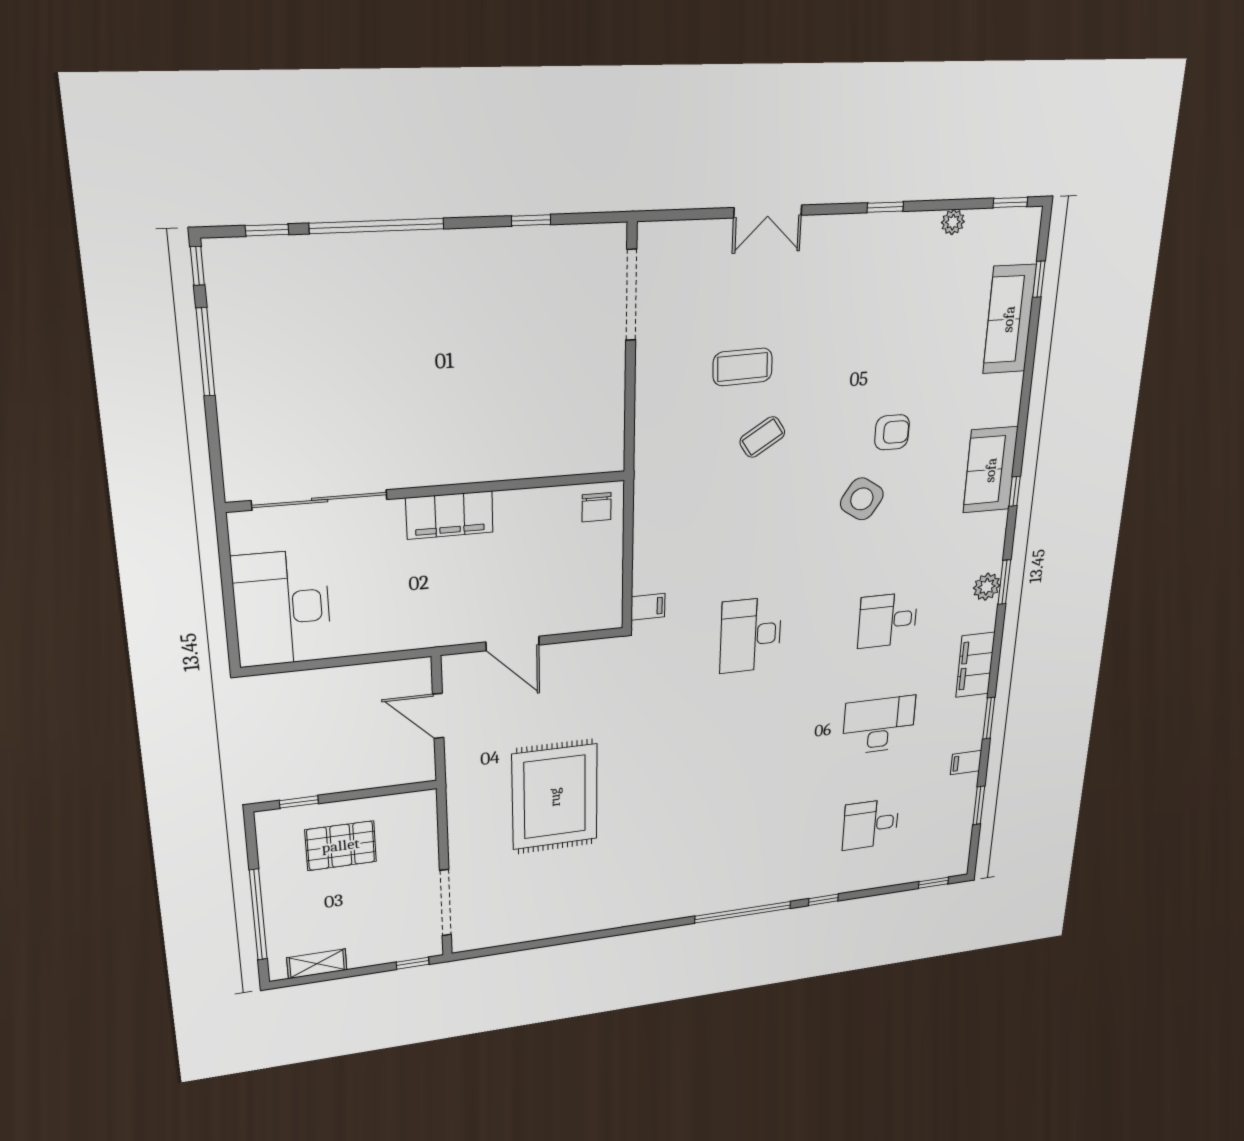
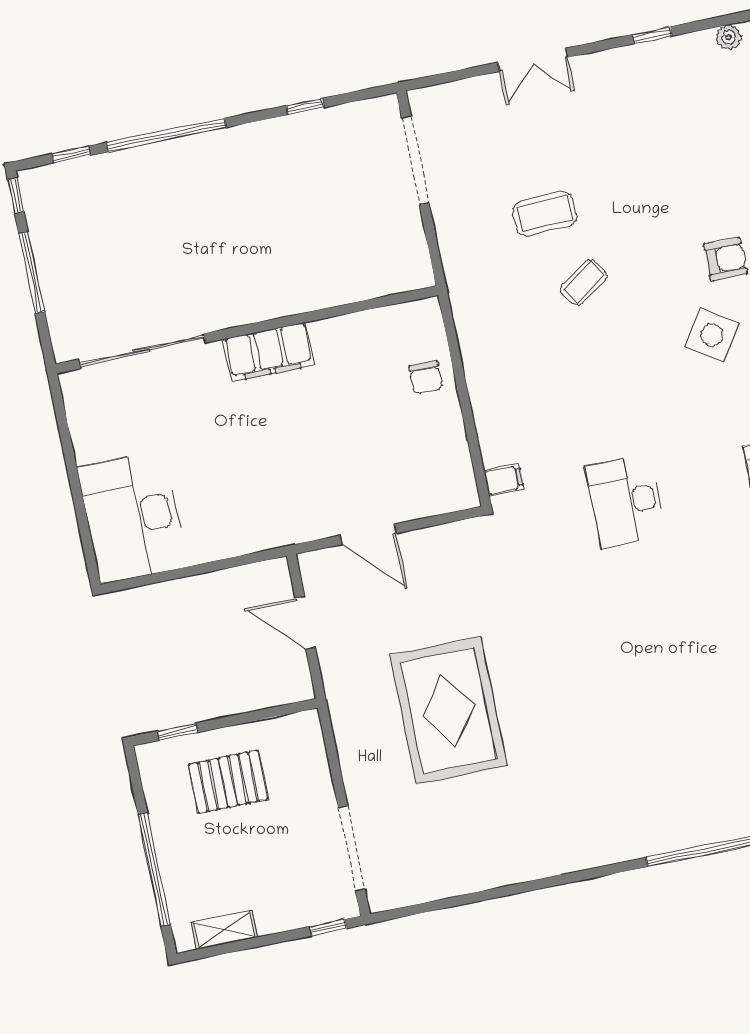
wall: (431, 491) -> (247, 330), moved
sliding door: (320, 500) -> (142, 351), moved
filing cabinet: (450, 515) -> (269, 352), moved

